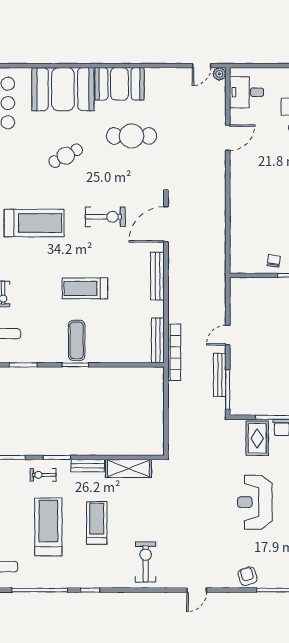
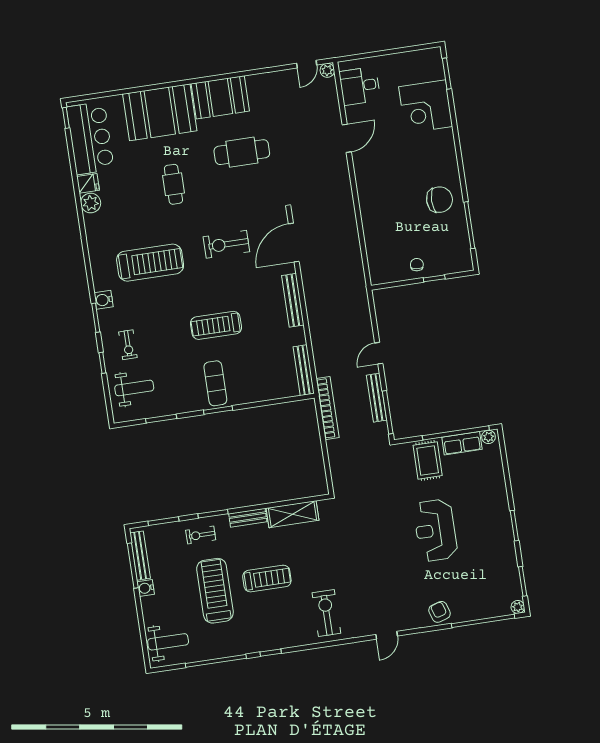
cafe table: (66, 156) -> (173, 184), turned -62
exercise bike: (105, 217) -> (226, 244), turned 180
bookcase: (174, 352) -> (328, 408), moved
treadmill: (97, 523) -> (267, 579), turned 90

